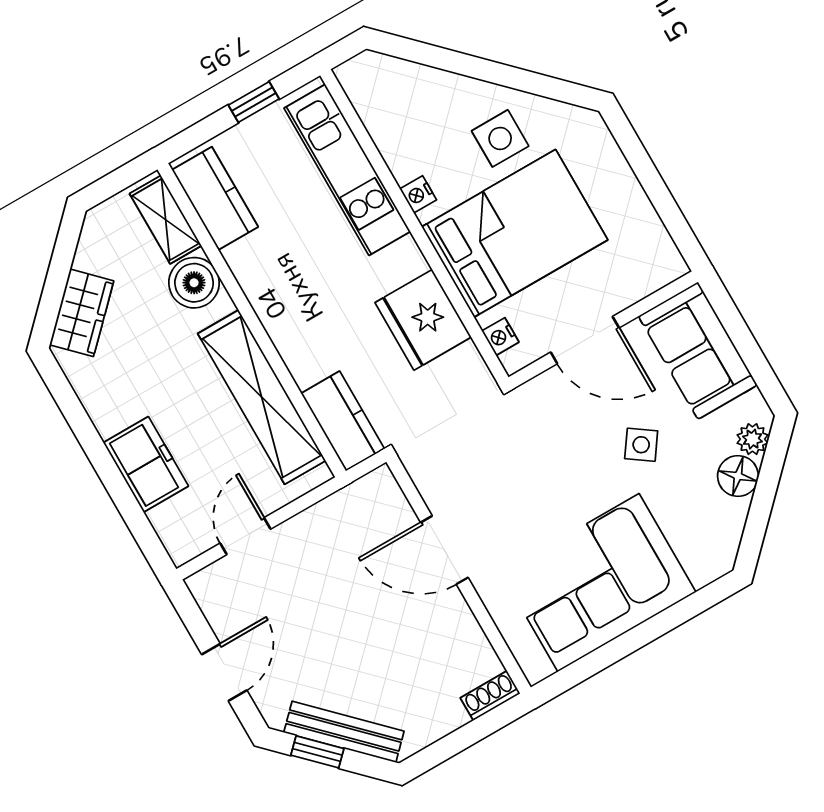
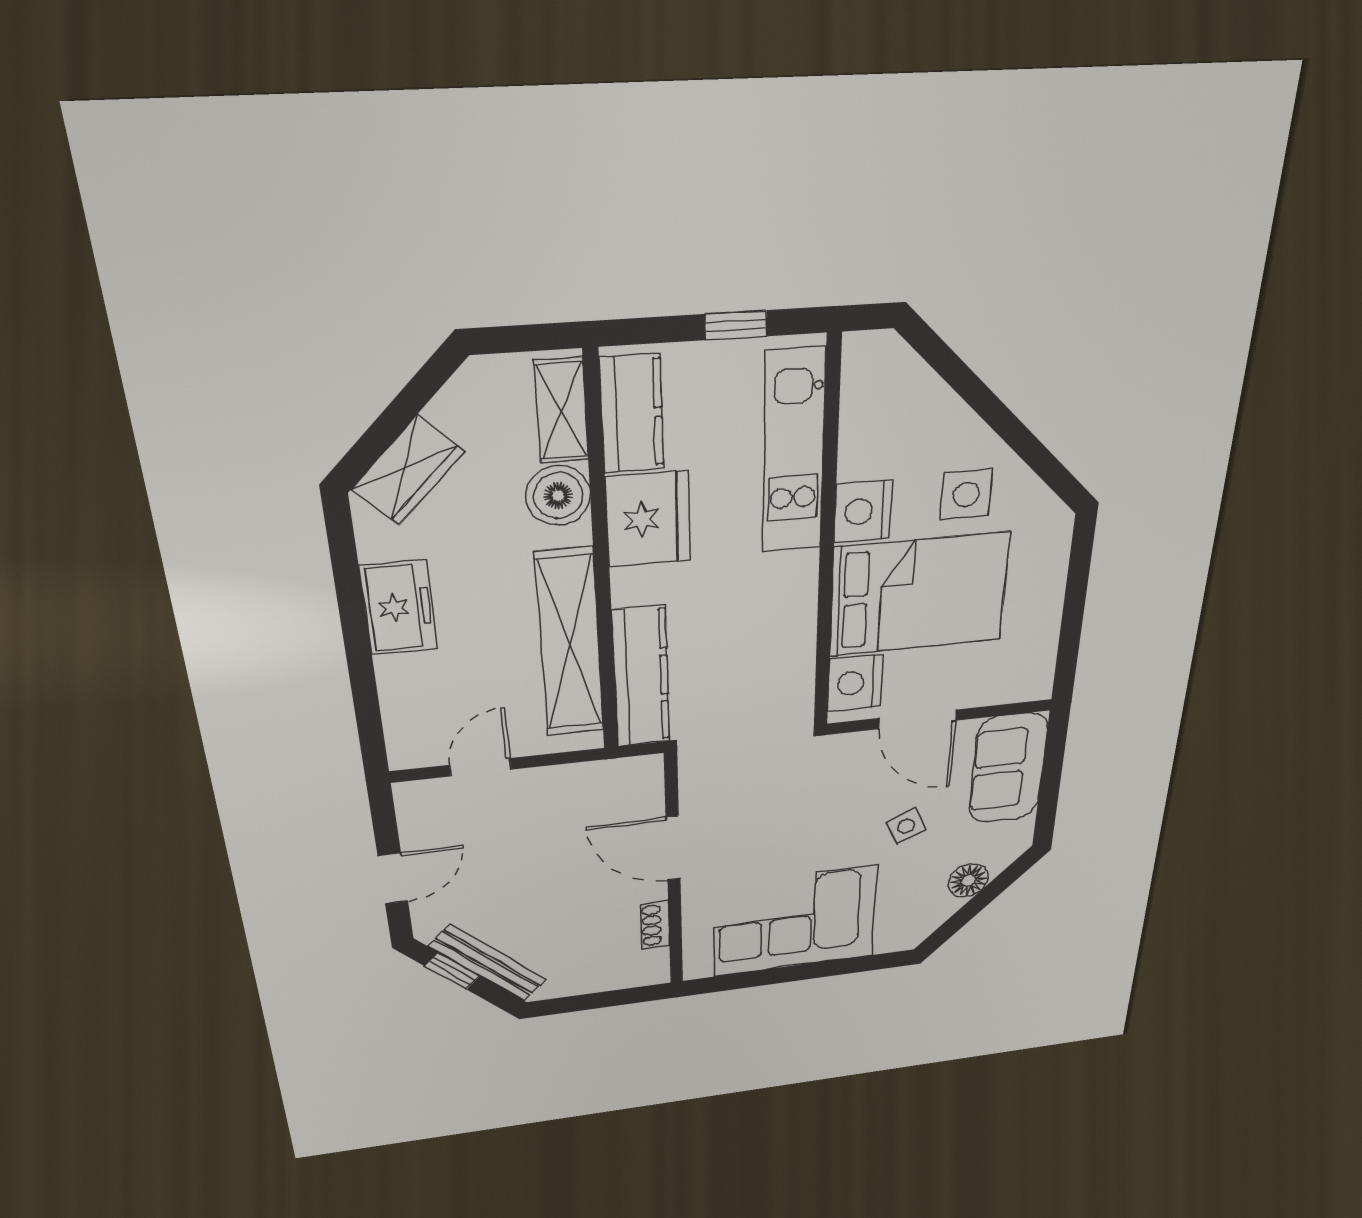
nightstand: (418, 194) -> (863, 512), width x1.89, depth x1.79
fridge: (423, 320) -> (648, 519), moved, turned 180
nightstand: (500, 337) -> (855, 683), width x1.89, depth x1.79
kitchen counter: (343, 421) -> (641, 677), width x1.50
plant: (752, 439) -> (1001, 856), removed
side table: (641, 445) -> (906, 826), turned 30
freezer: (146, 464) -> (399, 608), moved
shoe rack: (490, 696) -> (655, 925), moved, turned -90

